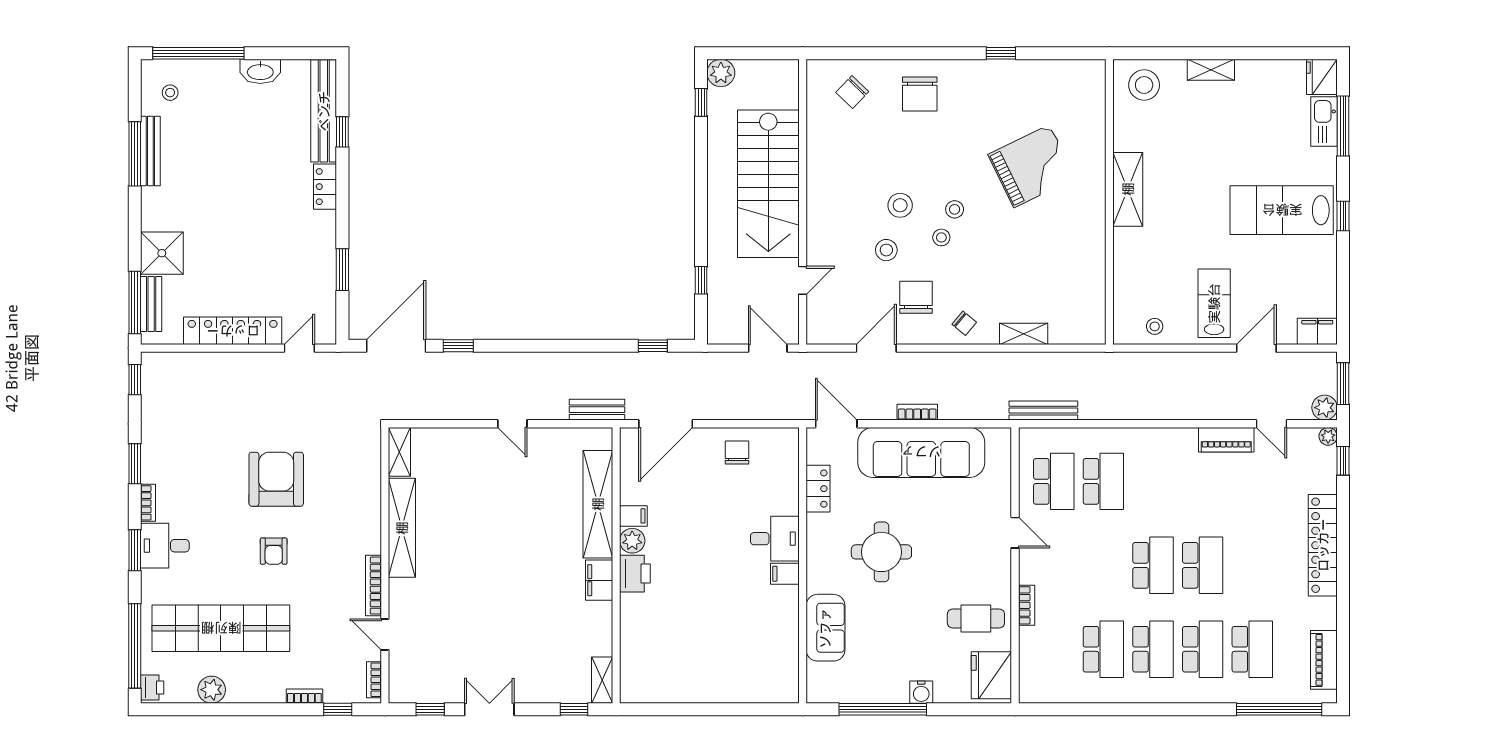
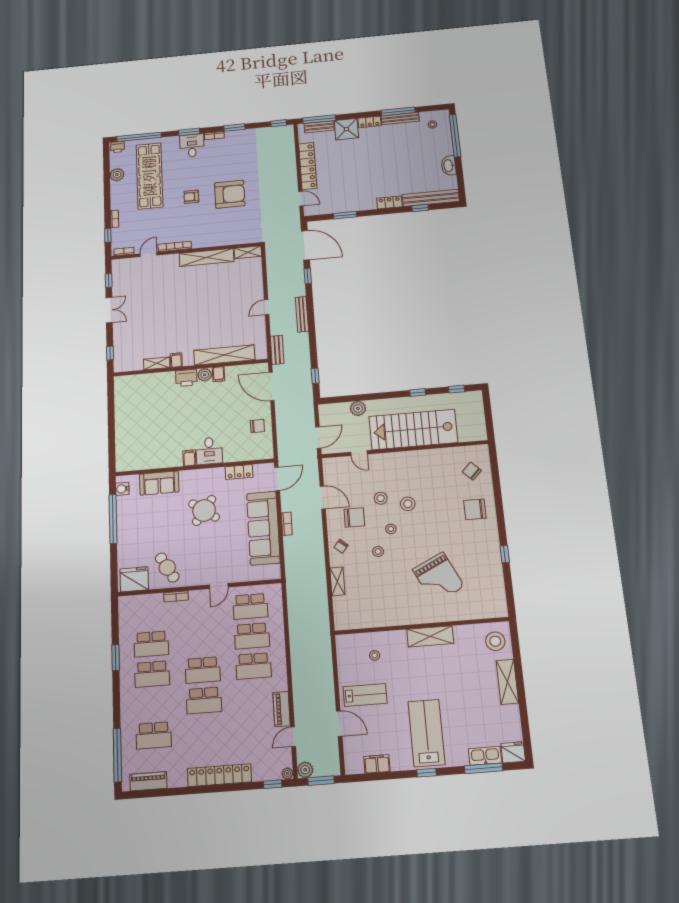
shelving: (1211, 70) -> (507, 682), width x1.50, depth x1.33
plant: (721, 73) -> (358, 408), moved
locker: (151, 209) -> (370, 122), added
stool: (955, 209) -> (378, 551), moved
window: (701, 280) -> (418, 392), moved
stool: (1155, 326) -> (375, 655), moved
filing cabinet: (1317, 331) -> (377, 764), moved, turned -90
bench: (1043, 411) -> (302, 314), moved
round table: (881, 552) -> (204, 510), turned 36
filing cabinet: (599, 580) -> (176, 360), width x0.50
cafe table: (976, 618) -> (167, 568), turned -30
school desk: (1203, 649) -> (253, 666), moved
shelving: (602, 680) -> (157, 363), moved
water cooler: (921, 692) -> (122, 489), moved
window: (1121, 709) -> (116, 658), added

